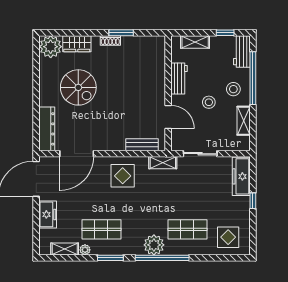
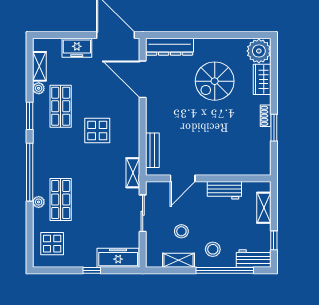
stool: (209, 102) -> (181, 231), moved
display table: (123, 176) -> (97, 131), moved
plant: (154, 245) -> (39, 202), moved, width x0.53, depth x0.53

